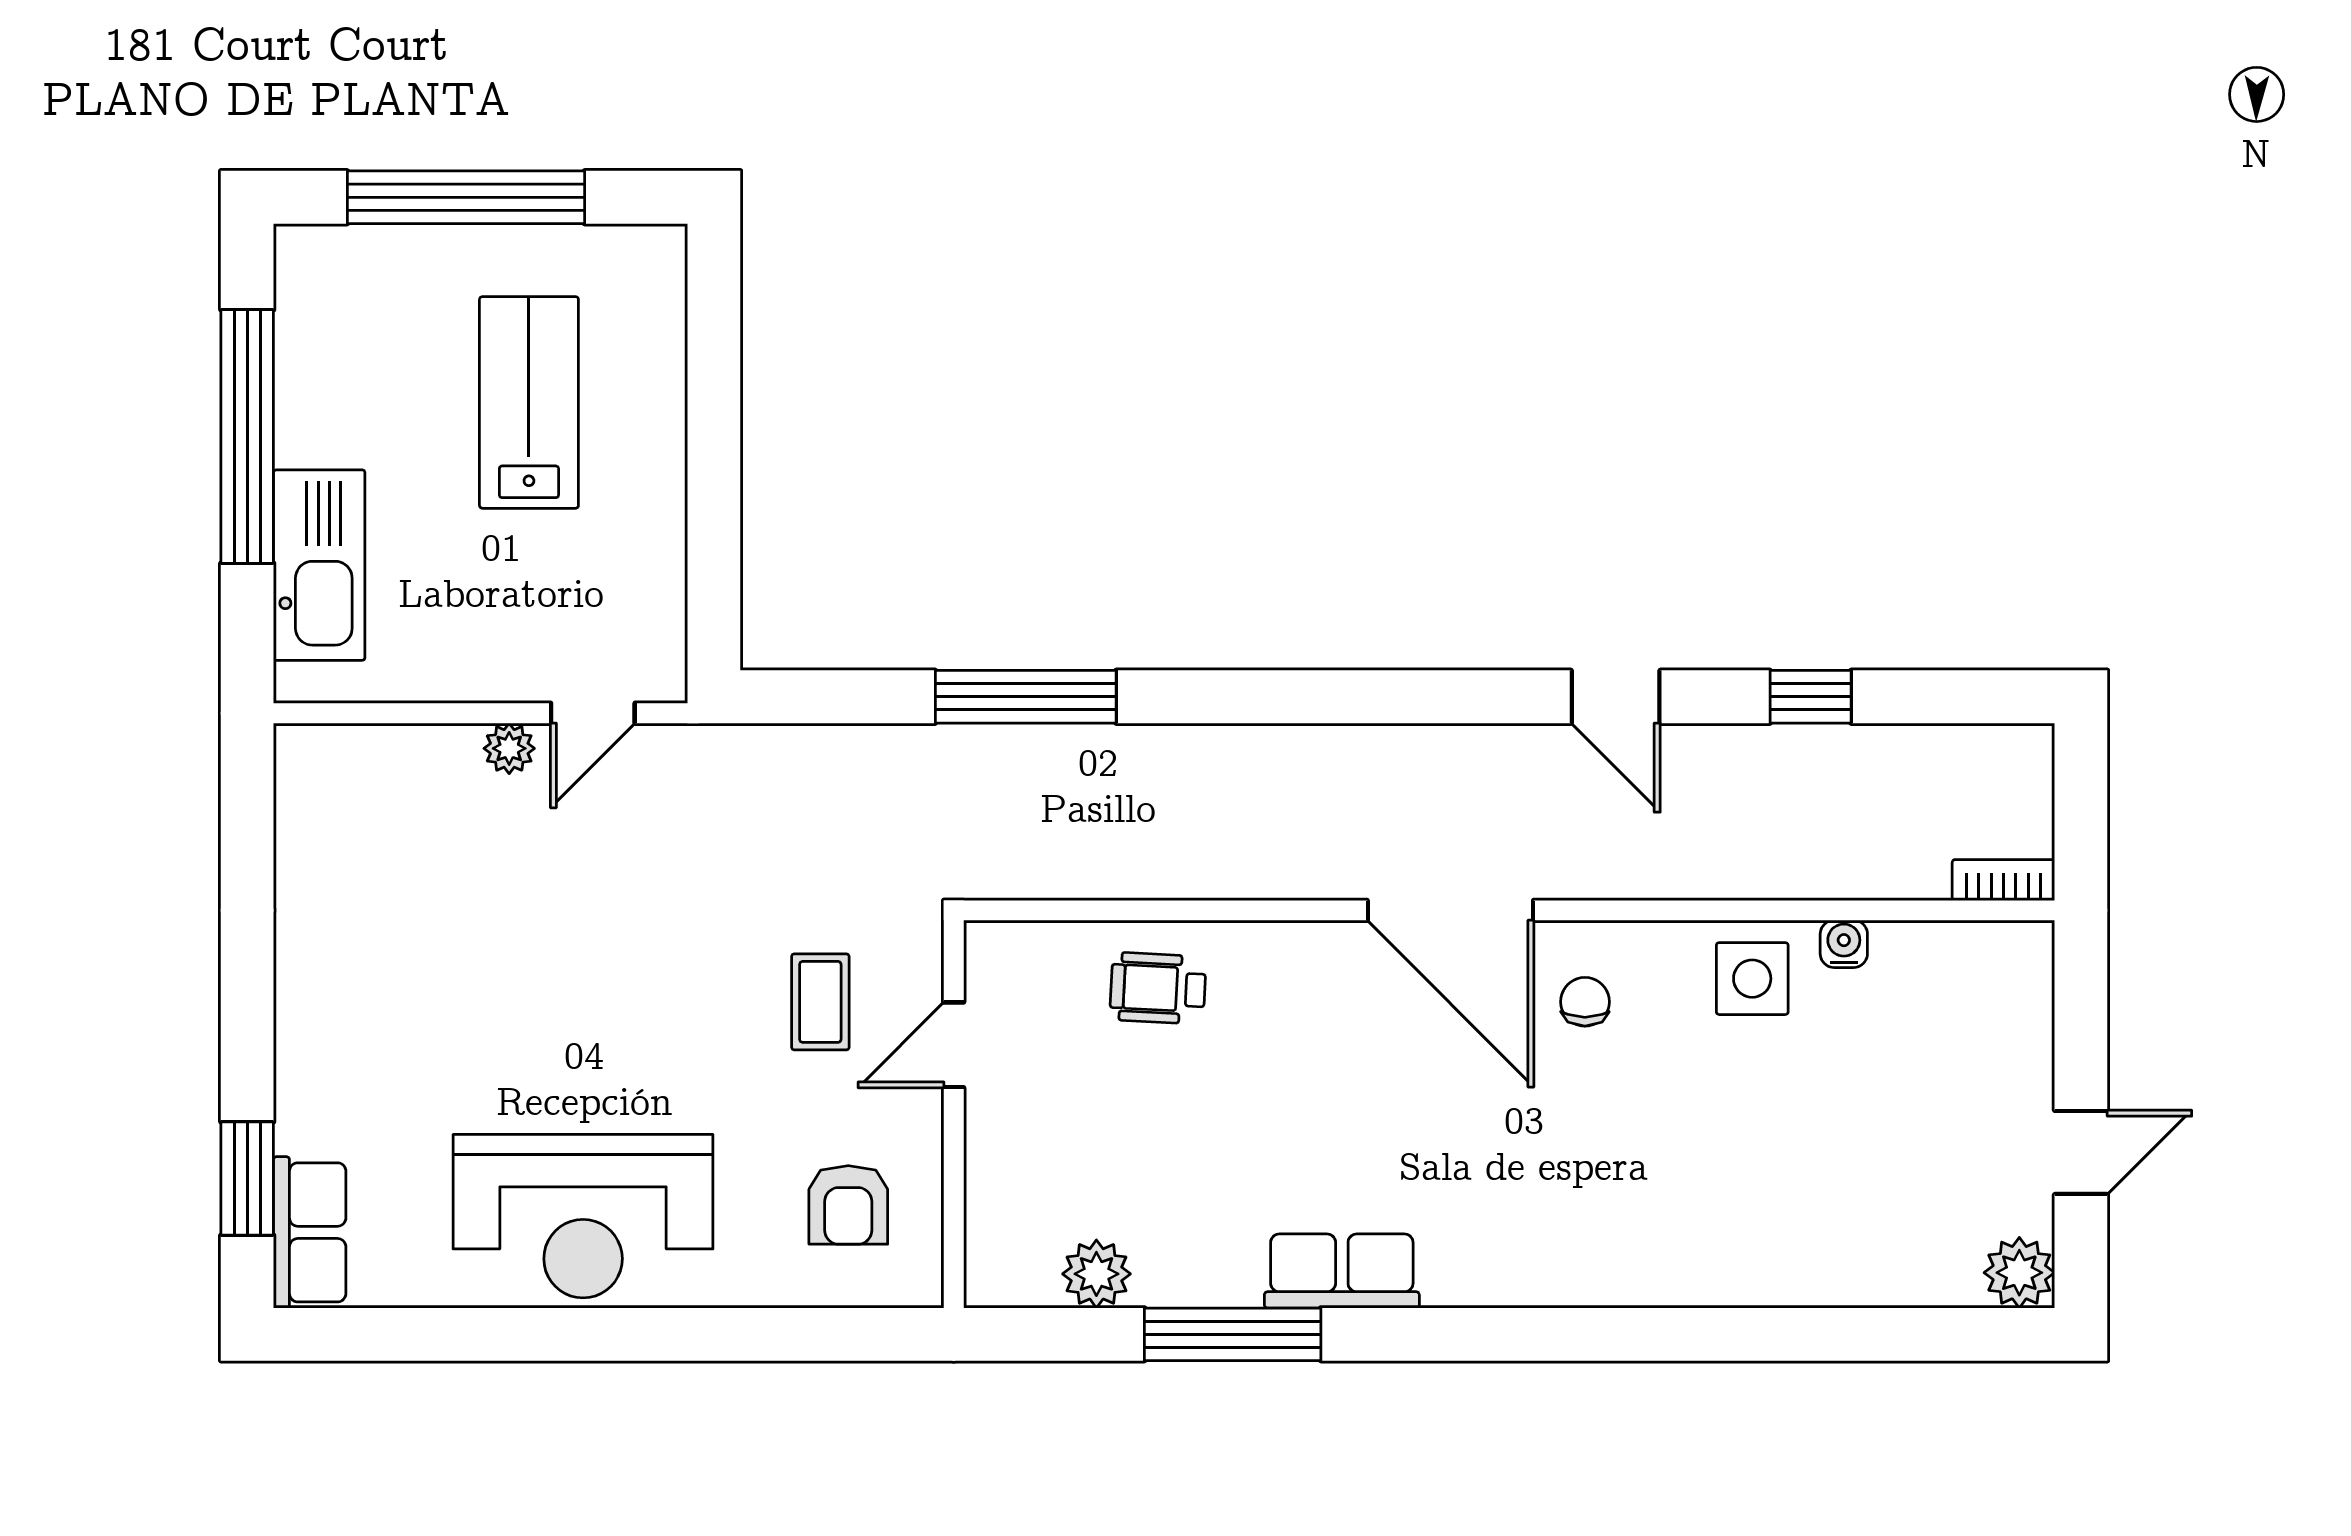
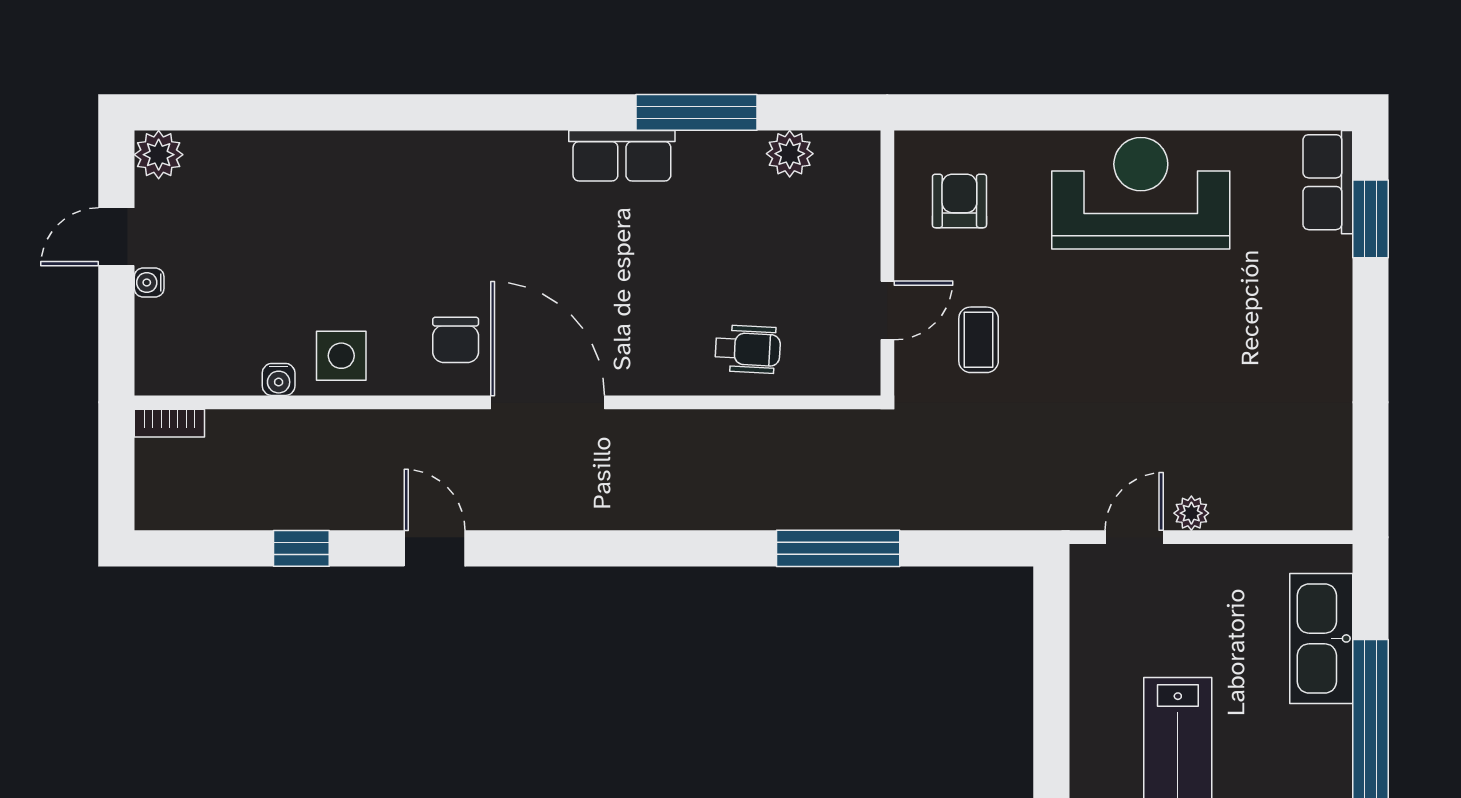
chair: (1585, 1002) -> (456, 340), width x1.37, depth x1.37
water cooler: (2033, 1086) -> (149, 283), added

